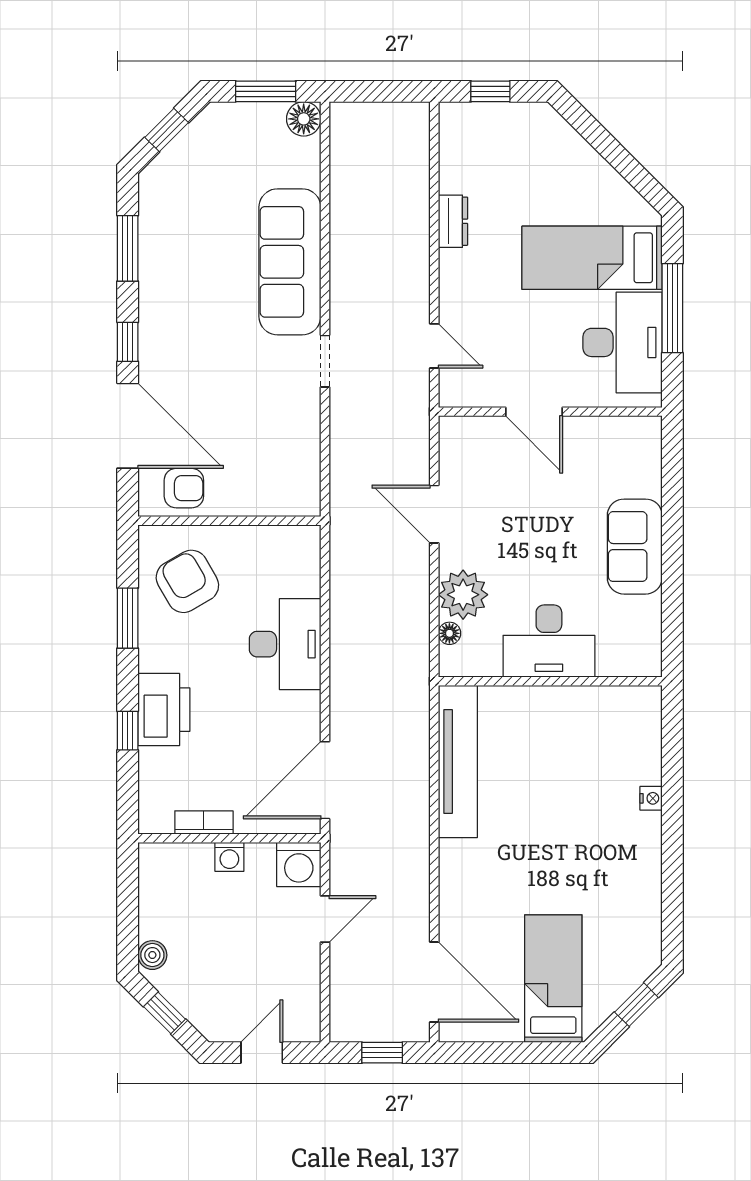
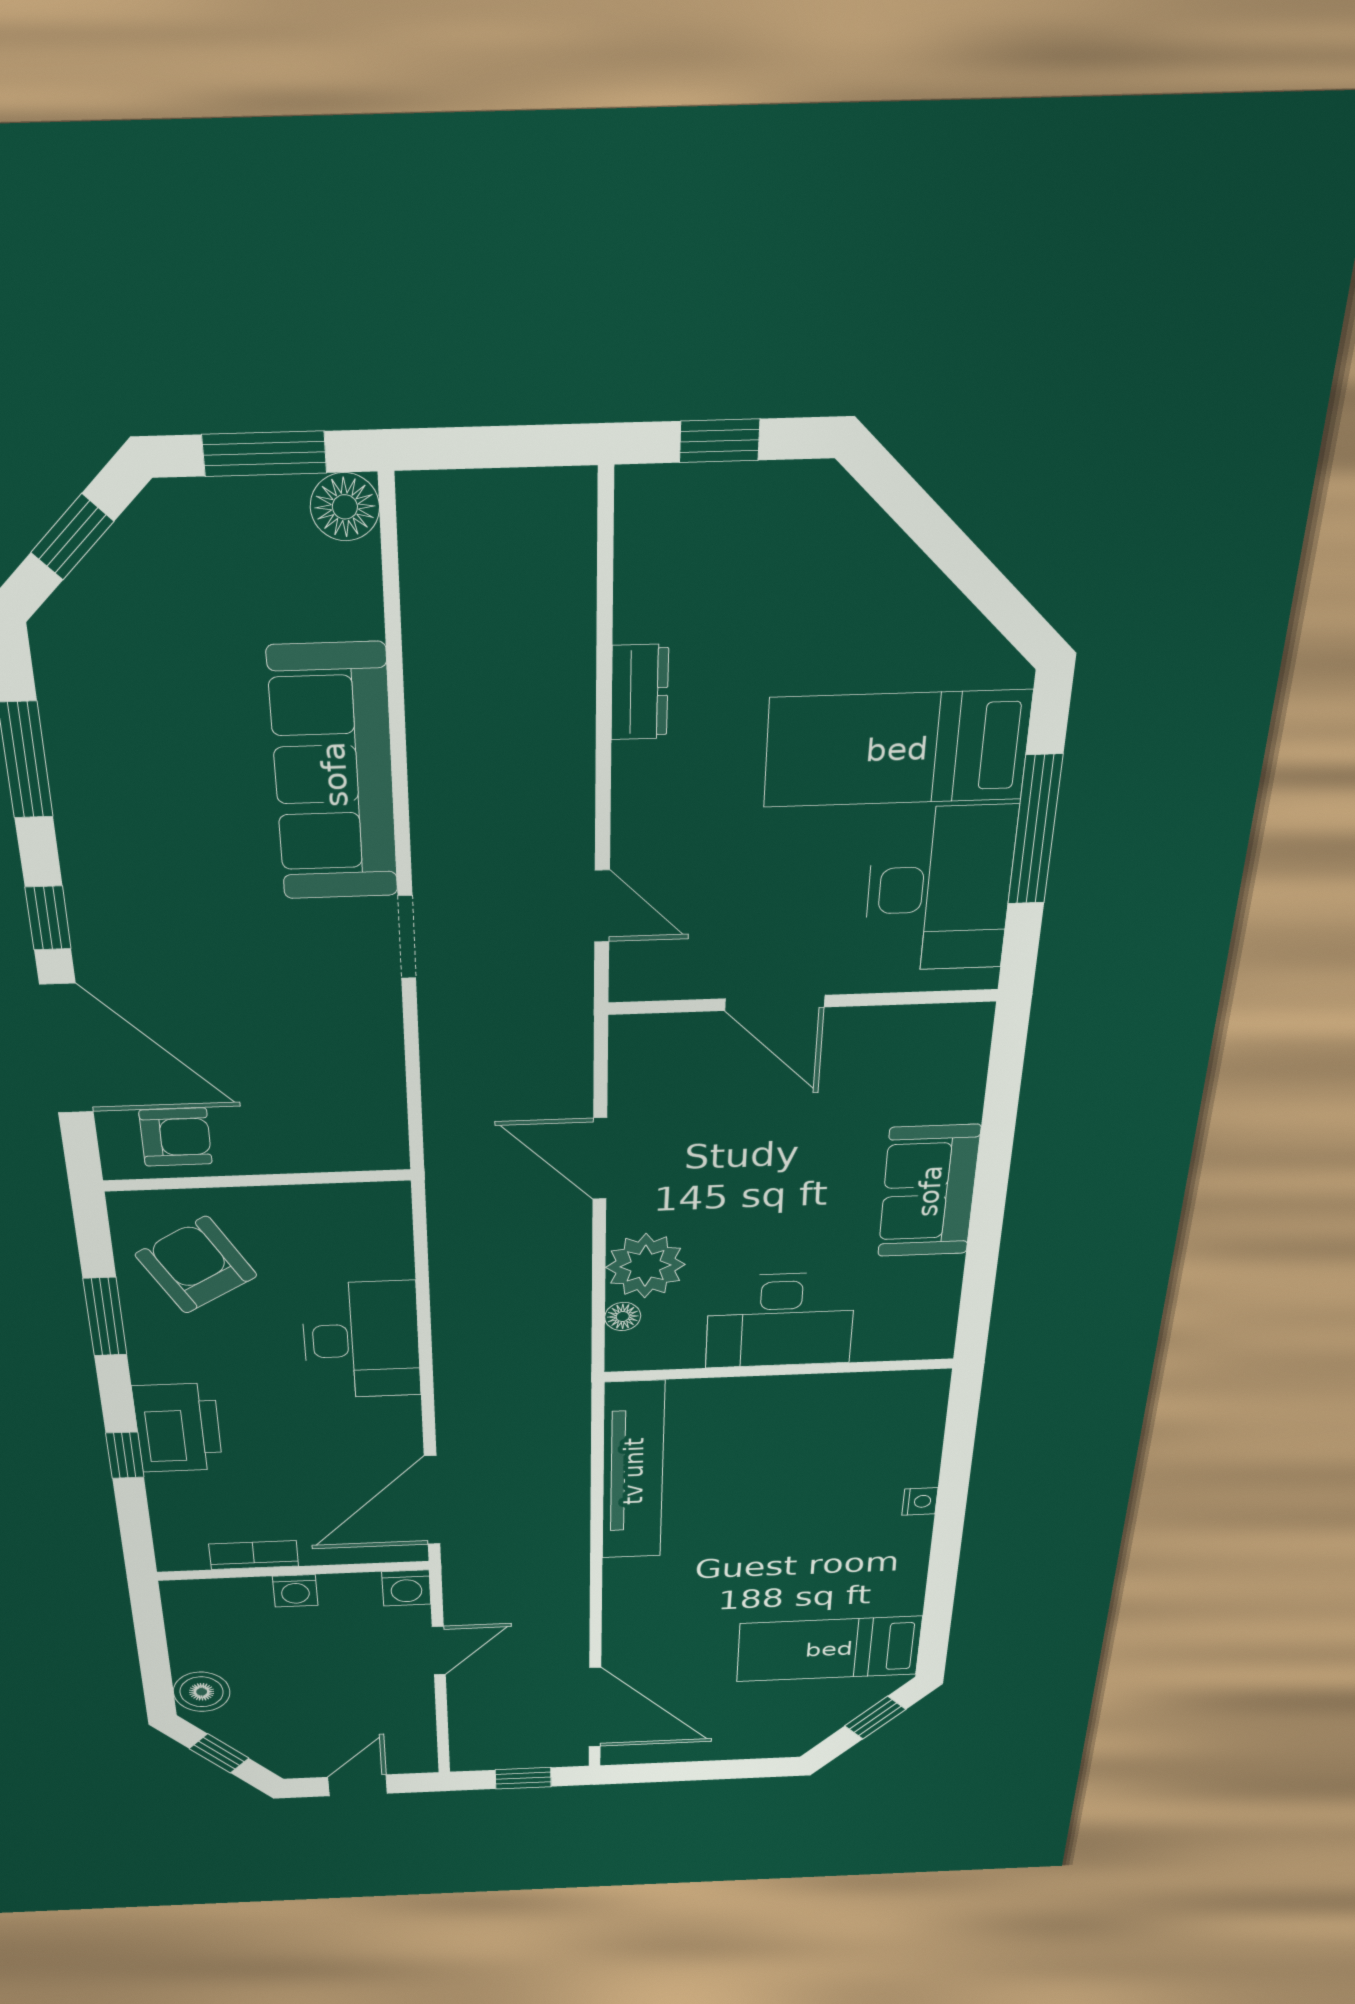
washing machine: (299, 864) -> (406, 1588), width x0.73, depth x0.73
boiler: (152, 955) -> (202, 1692), width x1.36, depth x1.36
bed: (553, 979) -> (829, 1649), moved, turned -90

